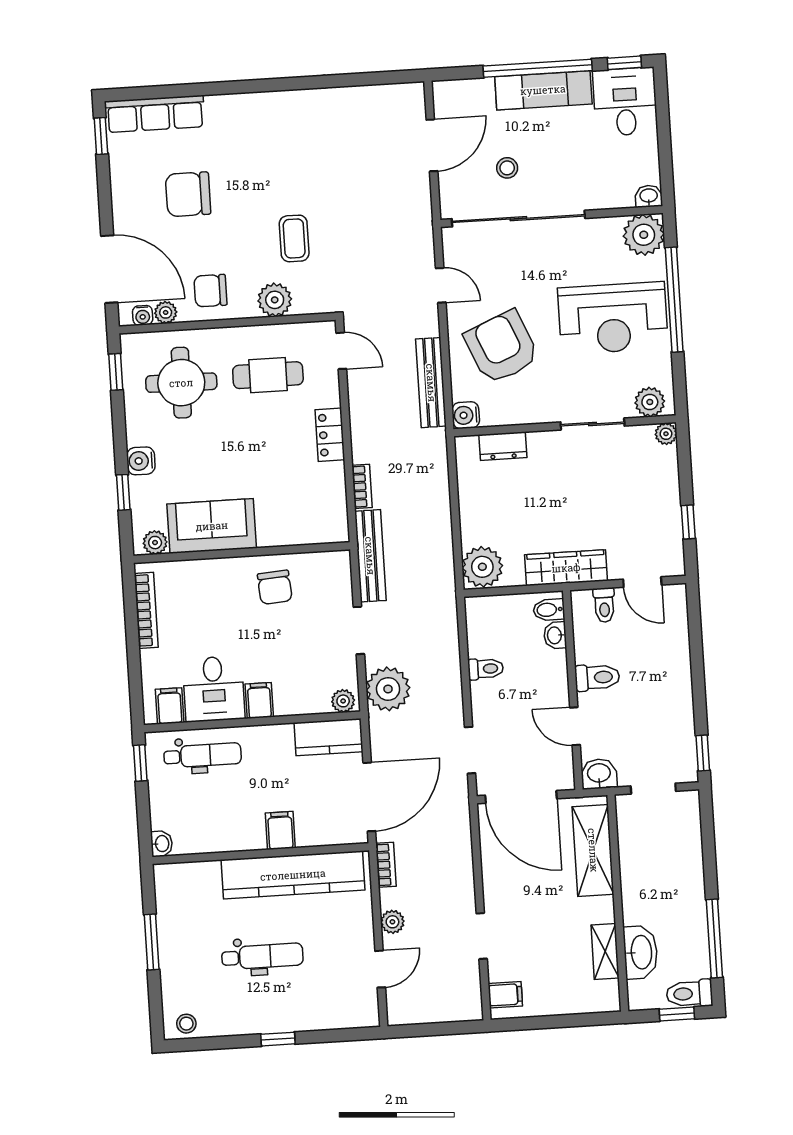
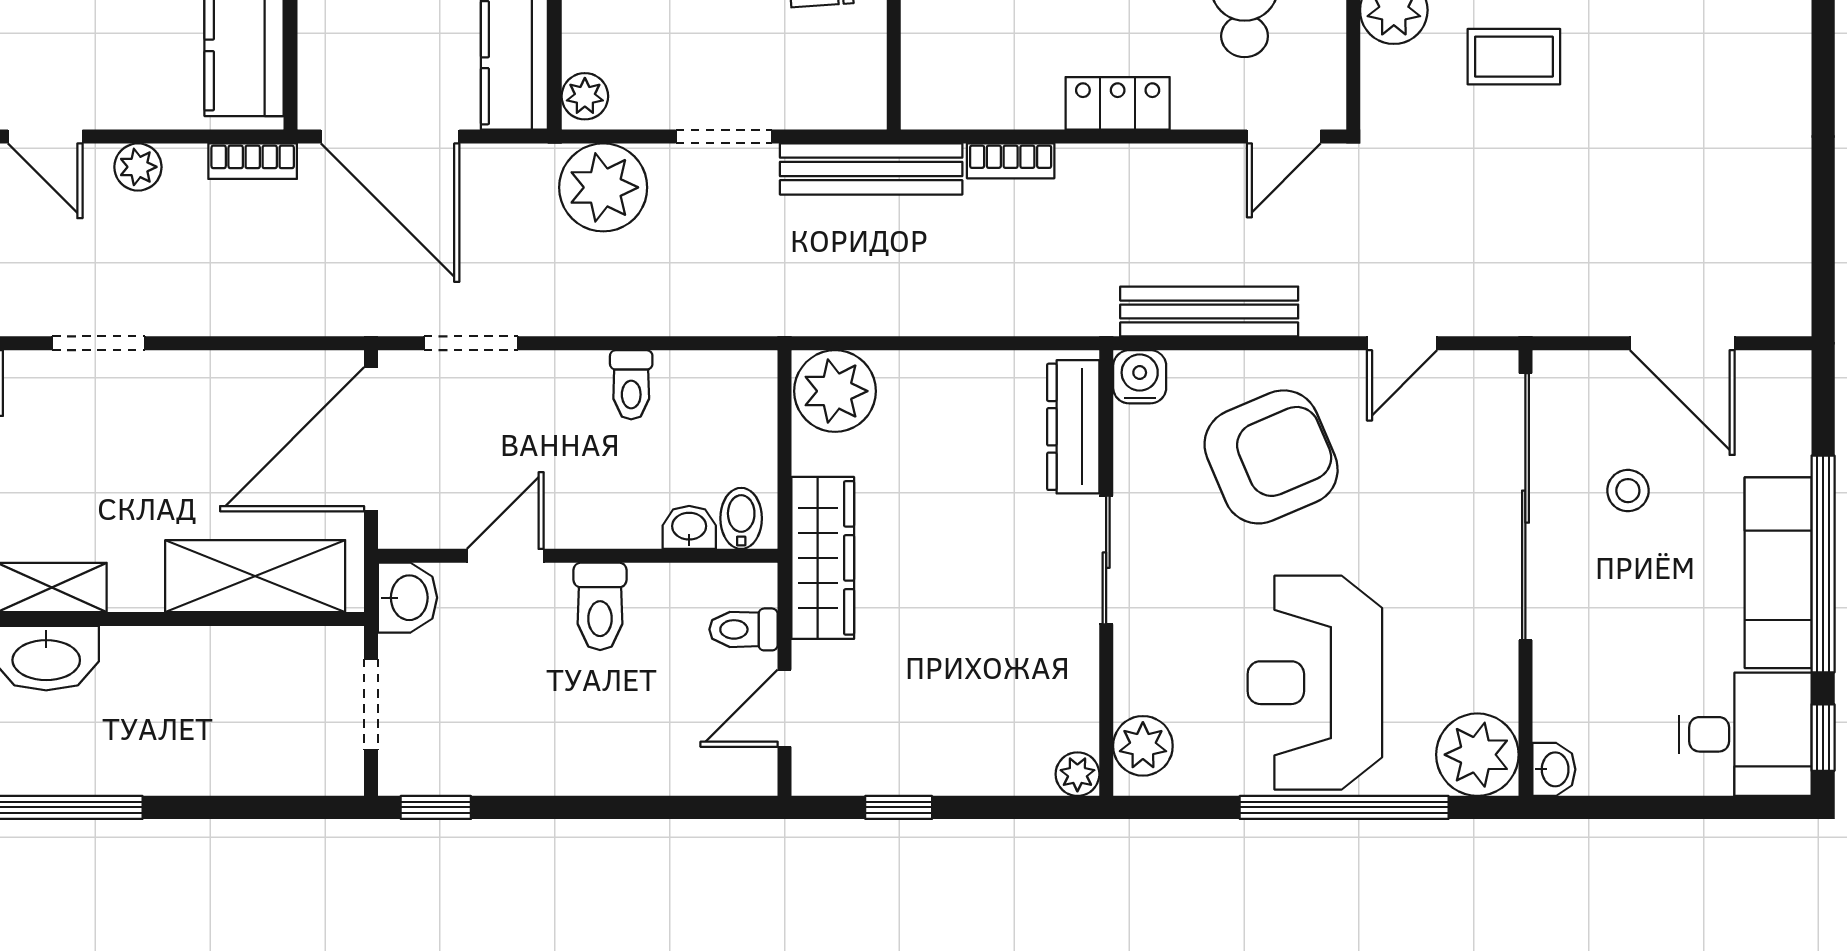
sliding door: (592, 424) -> (1106, 560), moved
dresser: (503, 446) -> (1073, 427), width x1.44

